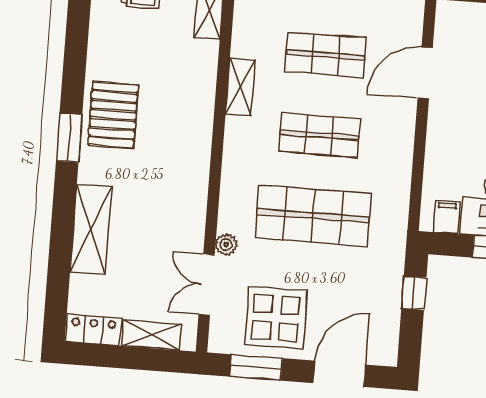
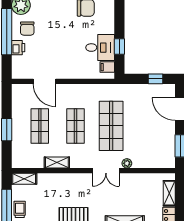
double door: (207, 285) -> (106, 171), moved
window: (414, 293) -> (156, 79), moved
display table: (276, 318) -> (158, 139), removed

